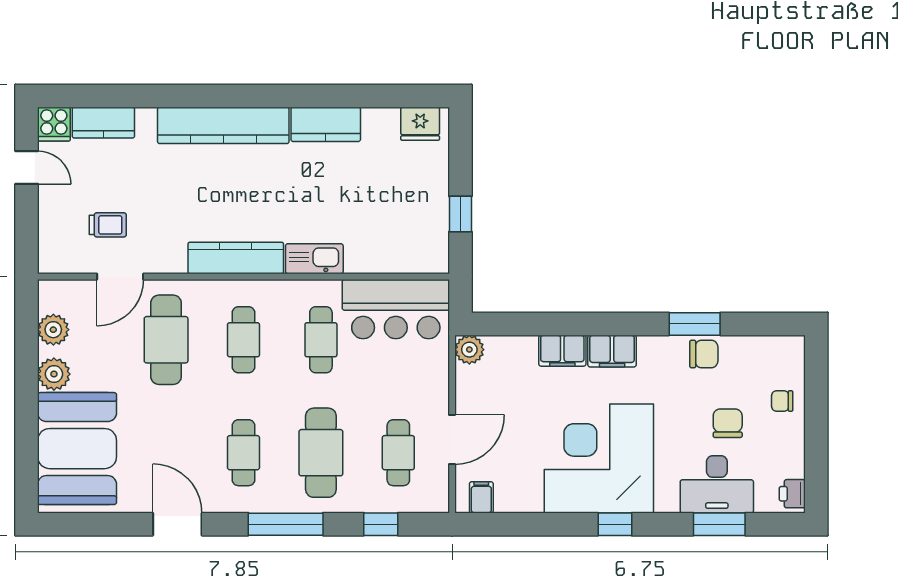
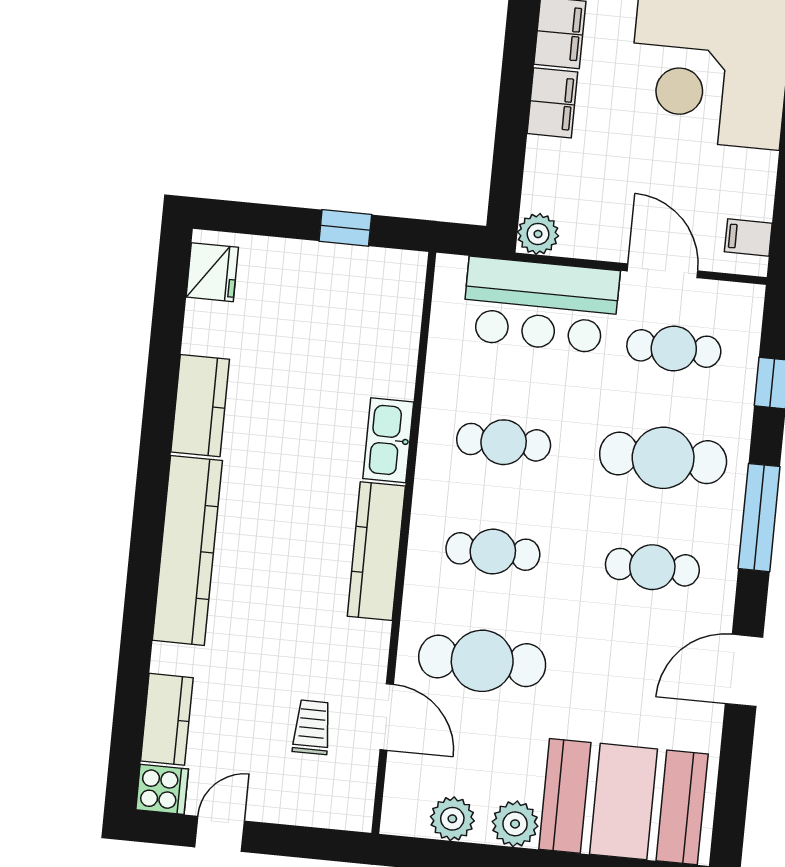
bar counter: (396, 309) -> (541, 305), moved, turned 90

